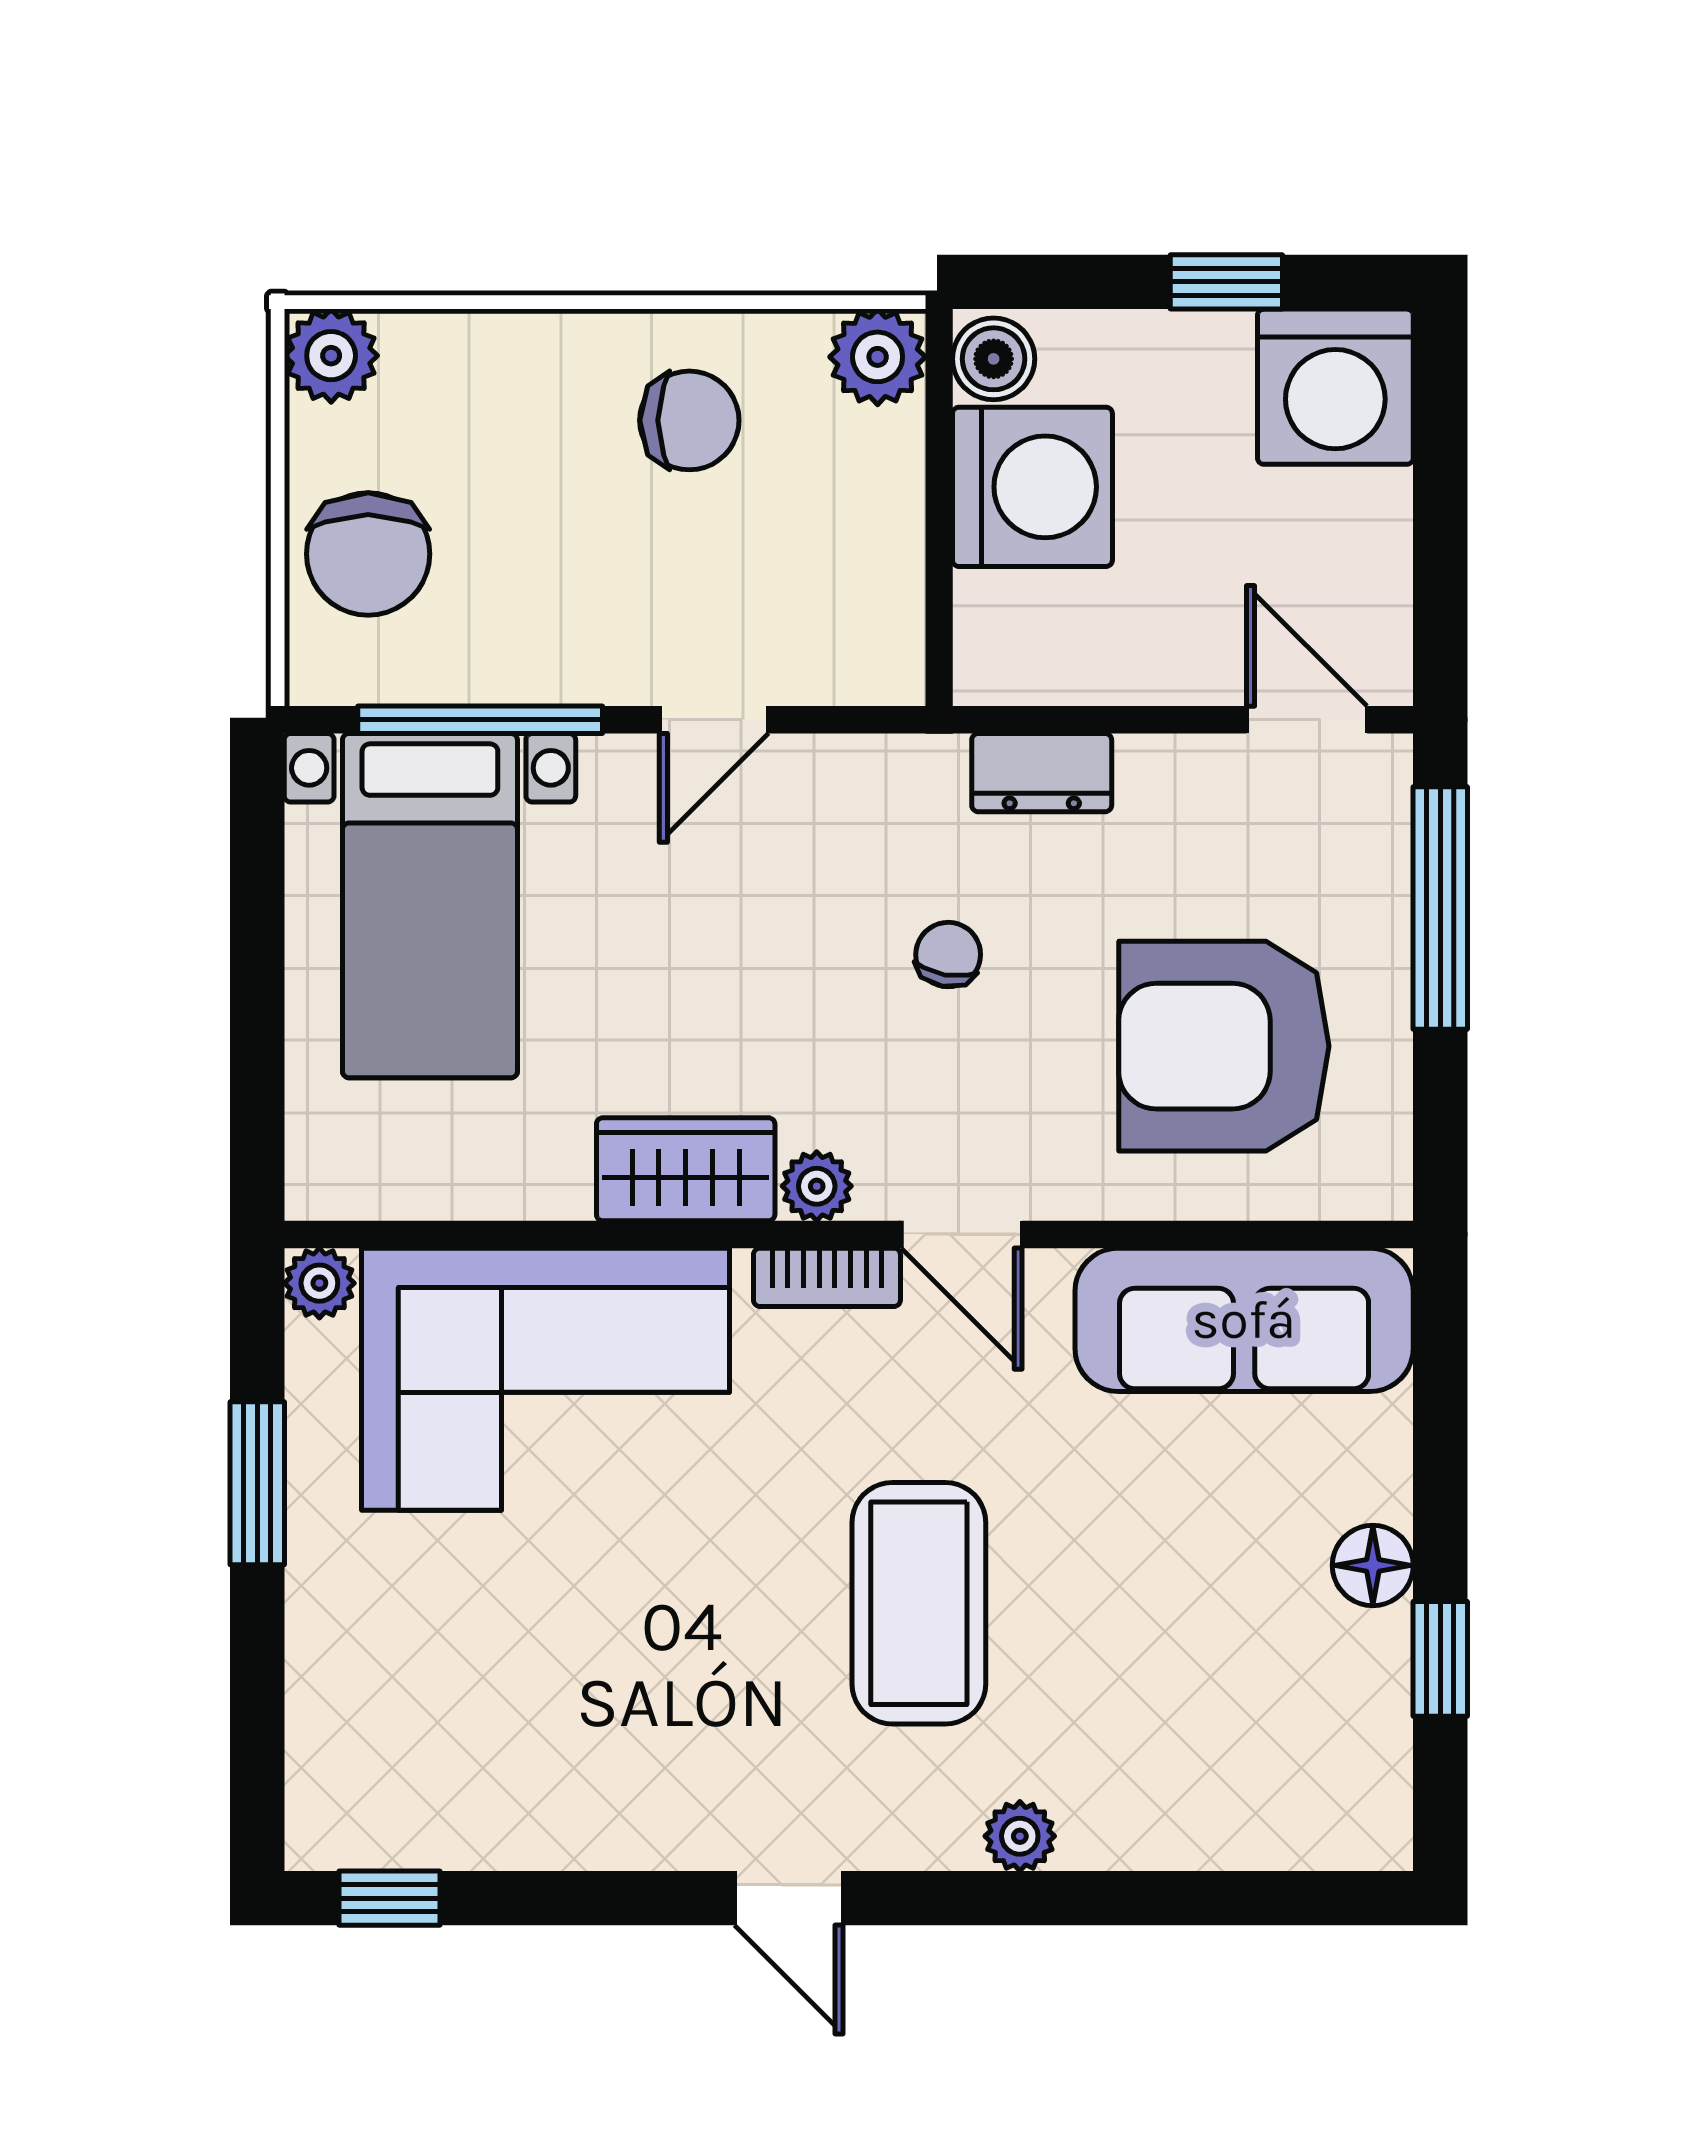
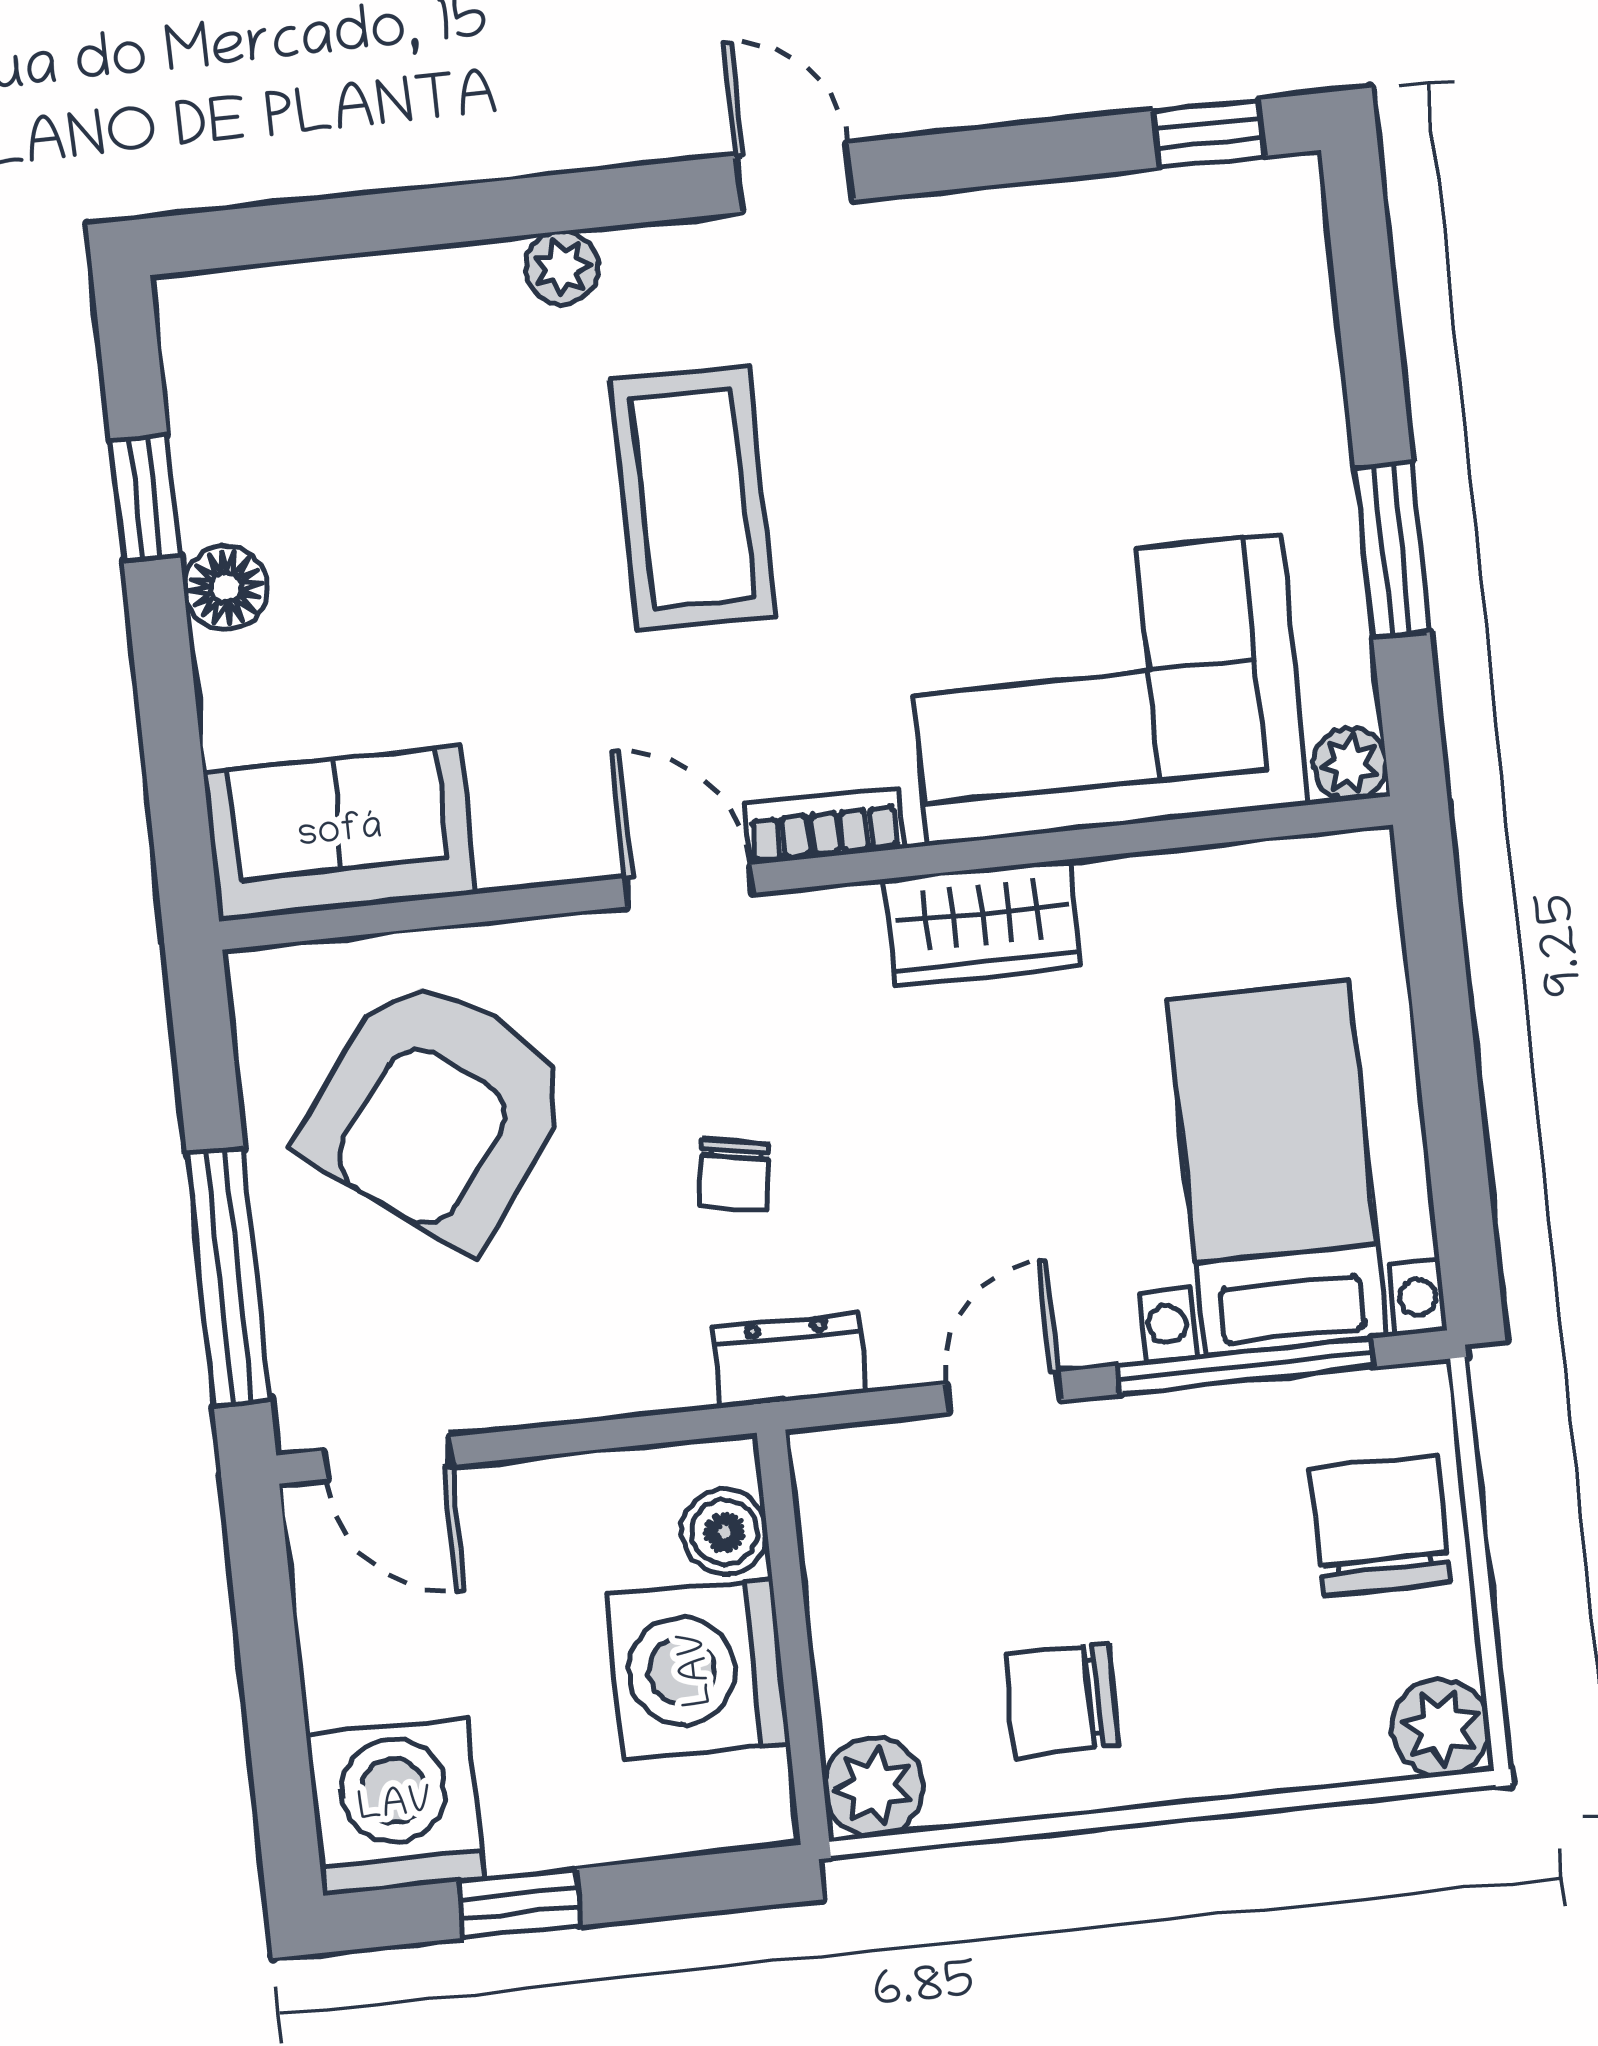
boiler: (994, 359) -> (725, 1532), moved
dresser: (1042, 773) -> (788, 1360), moved
armchair: (1224, 1046) -> (438, 1110), turned 127
plant: (817, 1186) -> (845, 920), removed
sofa: (1244, 1320) -> (340, 833), width x0.73

